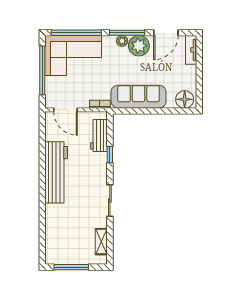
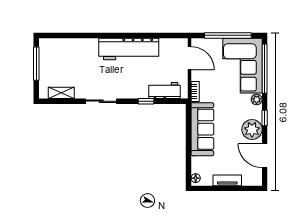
window: (127, 33) -> (265, 118), width x0.46
plant: (122, 41) -> (257, 99), moved
tv unit: (191, 50) -> (227, 180), moved
floor lamp: (185, 99) -> (196, 178), width x0.53, depth x0.53
door: (66, 110) -> (189, 58), swing flipped

